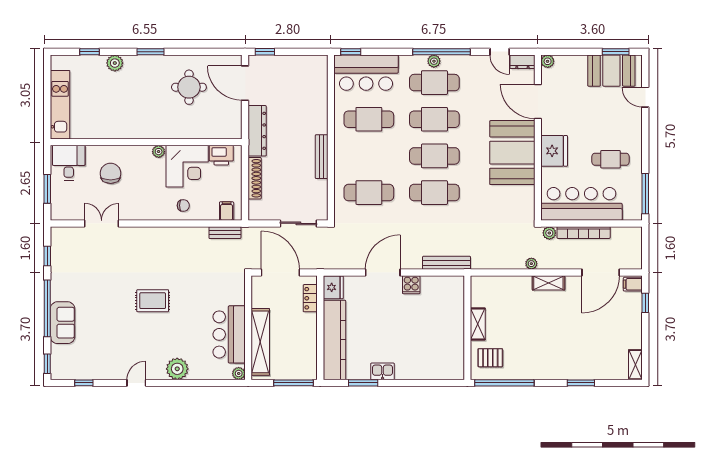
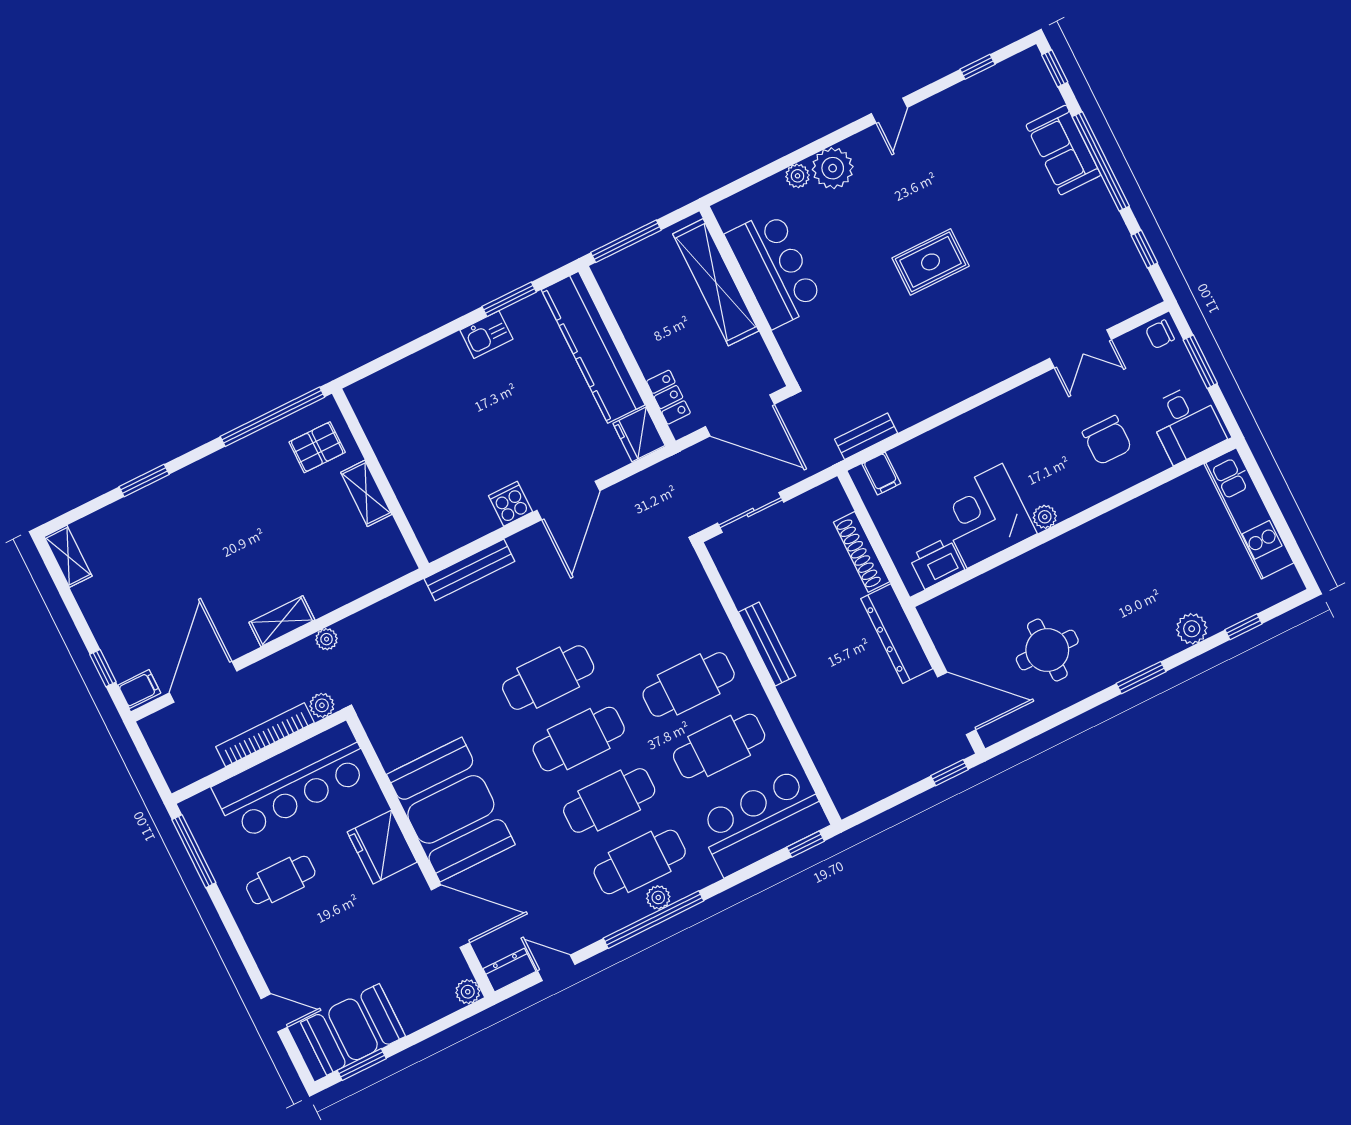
cafe table: (369, 193) -> (689, 684), moved
chair: (183, 205) -> (1160, 334), moved
plant: (239, 373) -> (798, 176), moved

